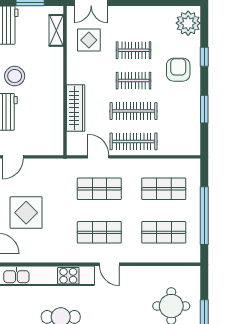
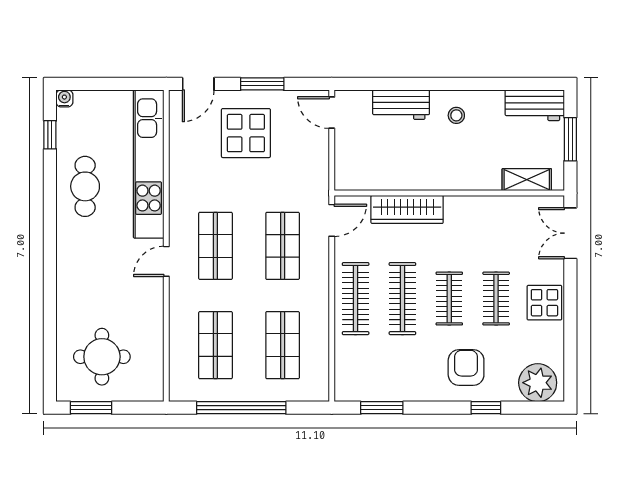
display table: (89, 40) -> (544, 303), moved
armchair: (178, 70) -> (466, 367), turned -90
stool: (15, 76) -> (456, 115), width x0.53, depth x0.53
window: (204, 109) -> (382, 408), moved
door: (98, 157) -> (332, 220), moved

